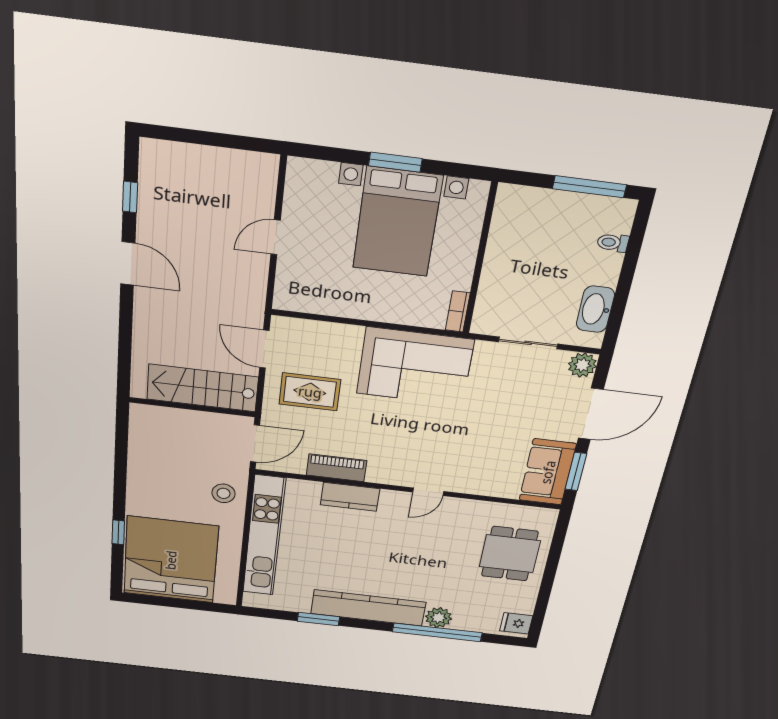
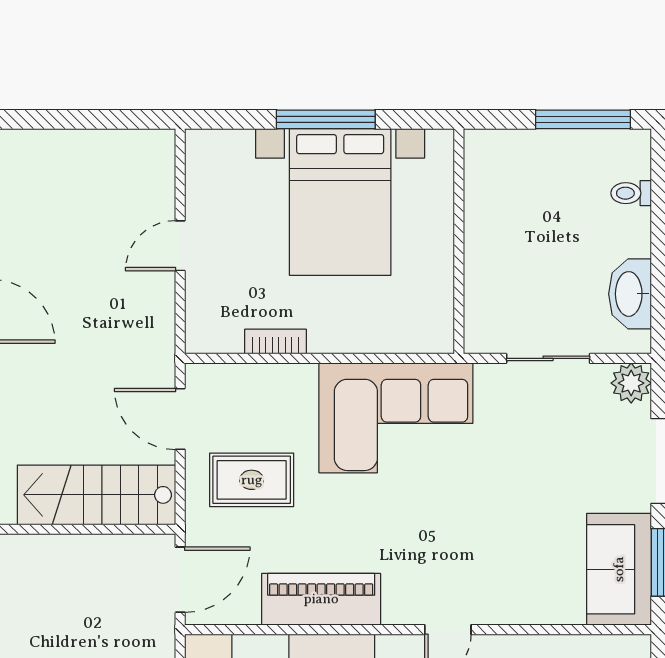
window: (395, 162) -> (326, 119), width x1.44
bookcase: (458, 312) -> (275, 342), moved, turned 90
piano: (336, 468) -> (321, 599), width x1.37, depth x1.33

